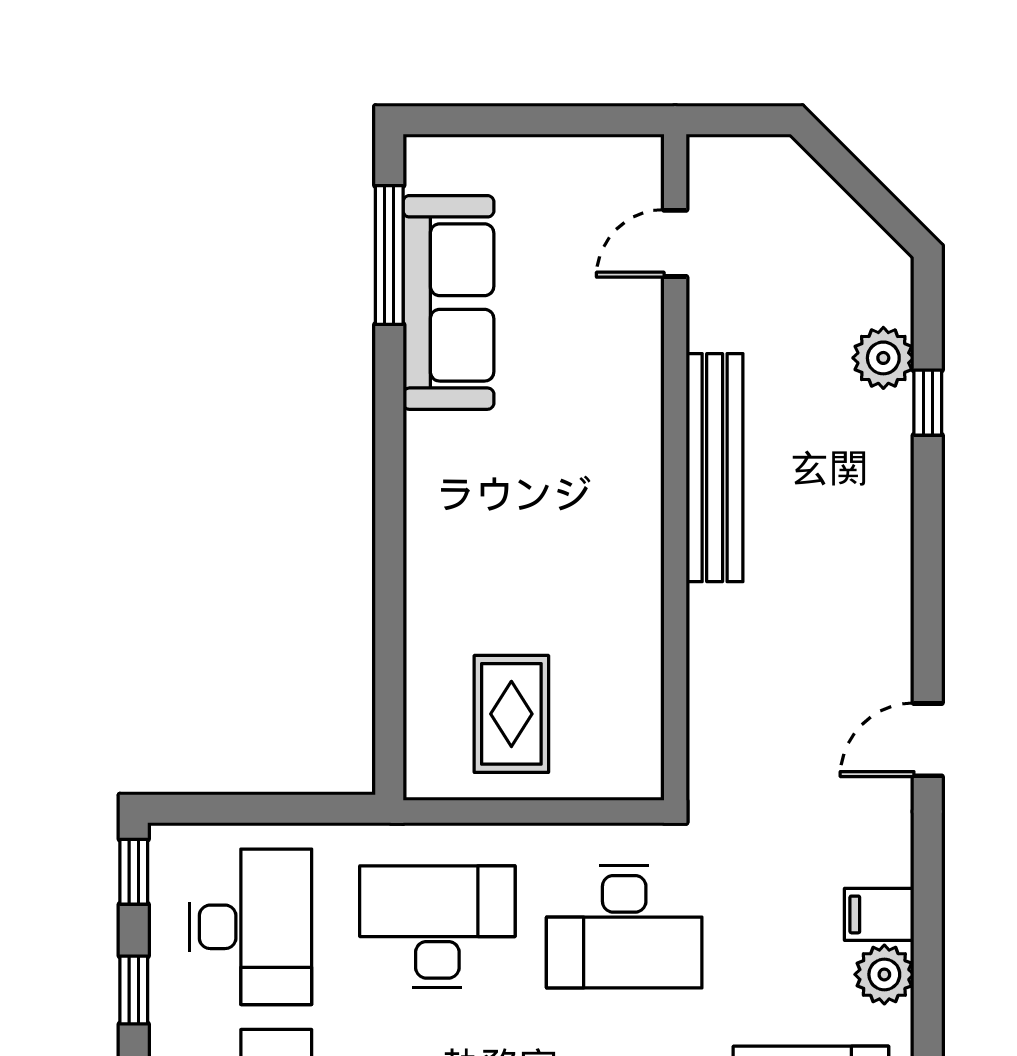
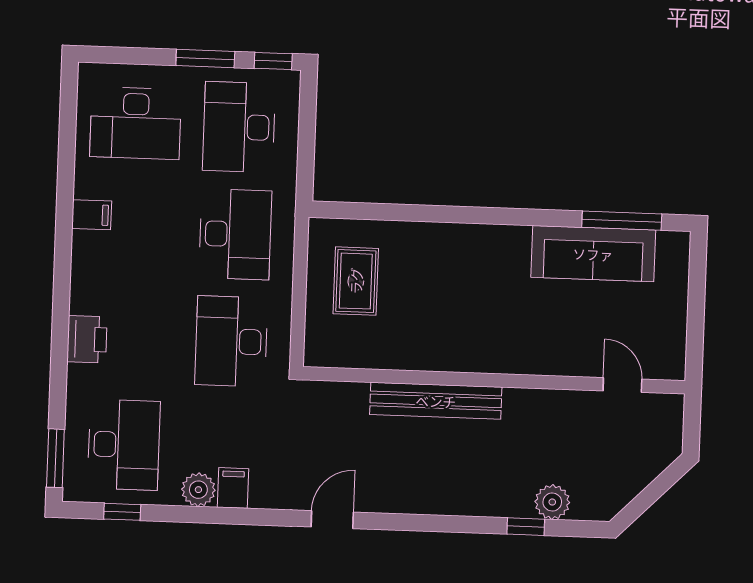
bench: (715, 468) -> (436, 401), moved
rug: (511, 714) -> (356, 281), turned 90
door: (928, 740) -> (332, 520), hinge flipped
desk: (251, 927) -> (239, 127), turned 90
window: (134, 990) -> (205, 59), width x1.50

